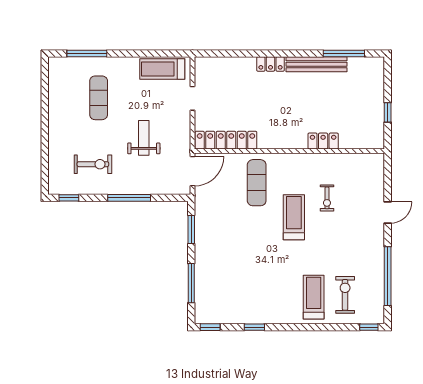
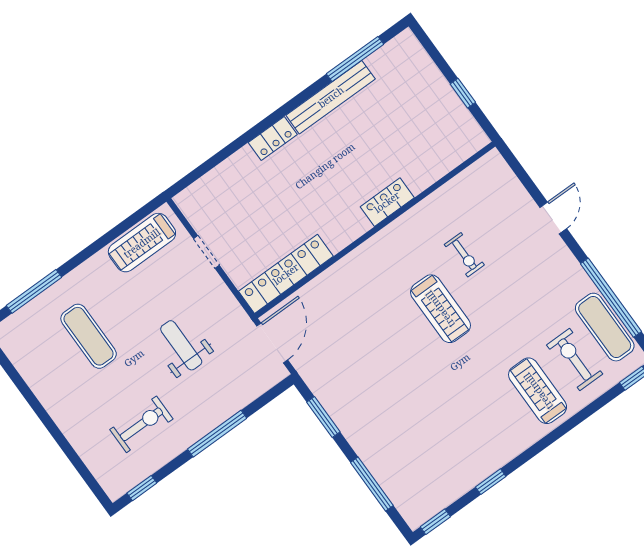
locker: (323, 141) -> (387, 202), moved
exercise mat: (257, 183) -> (605, 327), moved
treadmill: (294, 217) -> (440, 309), turned 180

